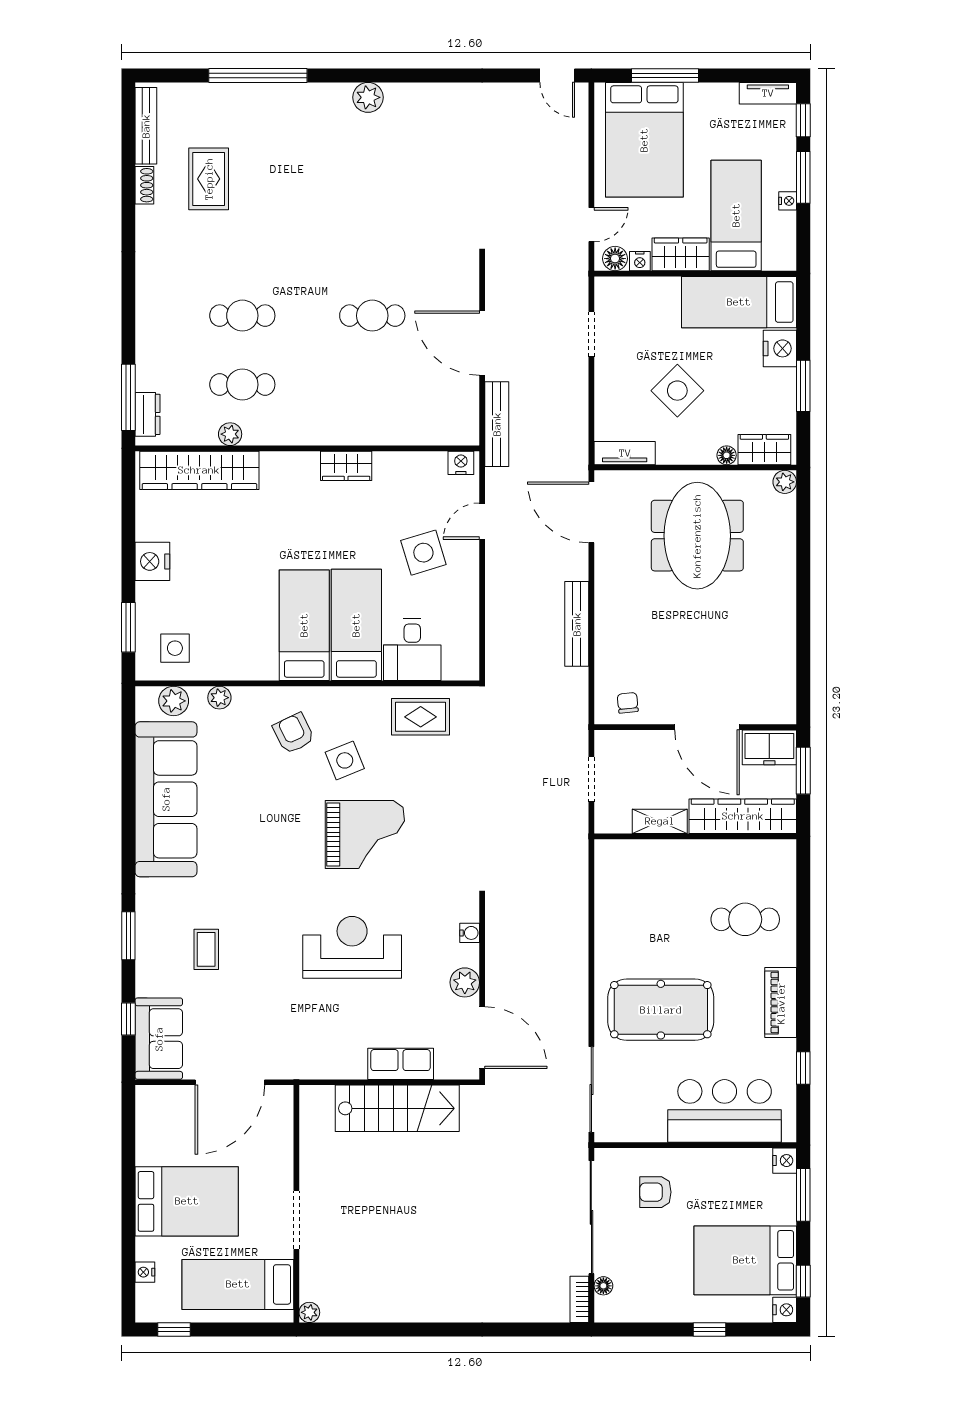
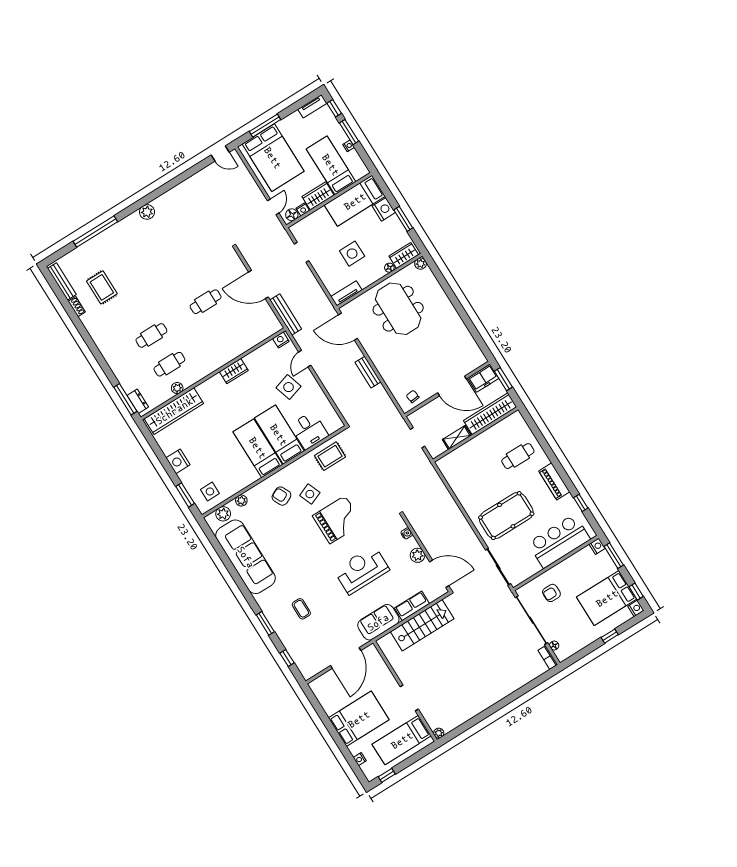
side table: (677, 391) -> (352, 254), turned 45
bench: (577, 624) -> (368, 372), width x0.73
sofa: (159, 1039) -> (378, 622), moved, turned -90

